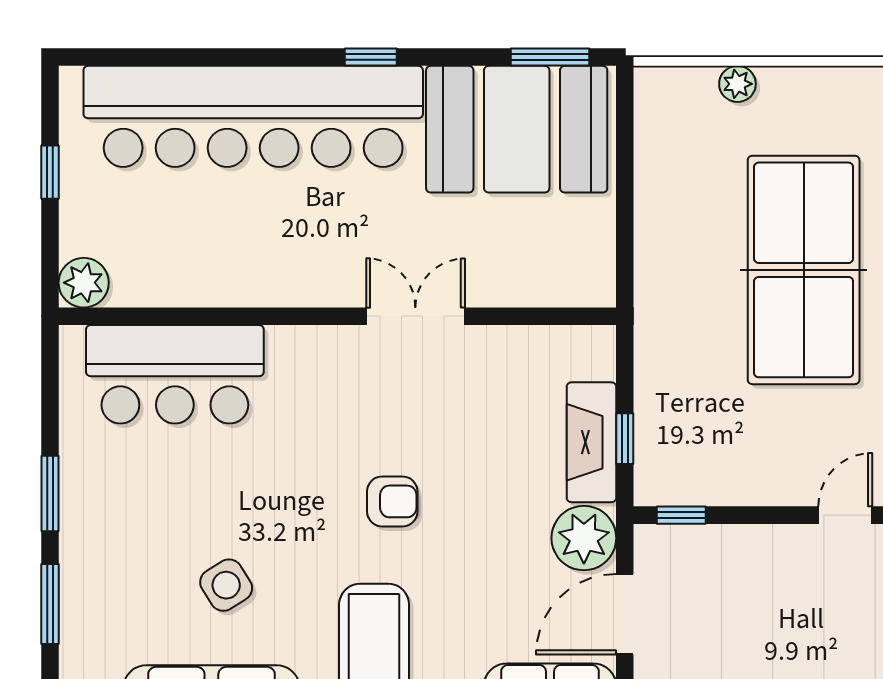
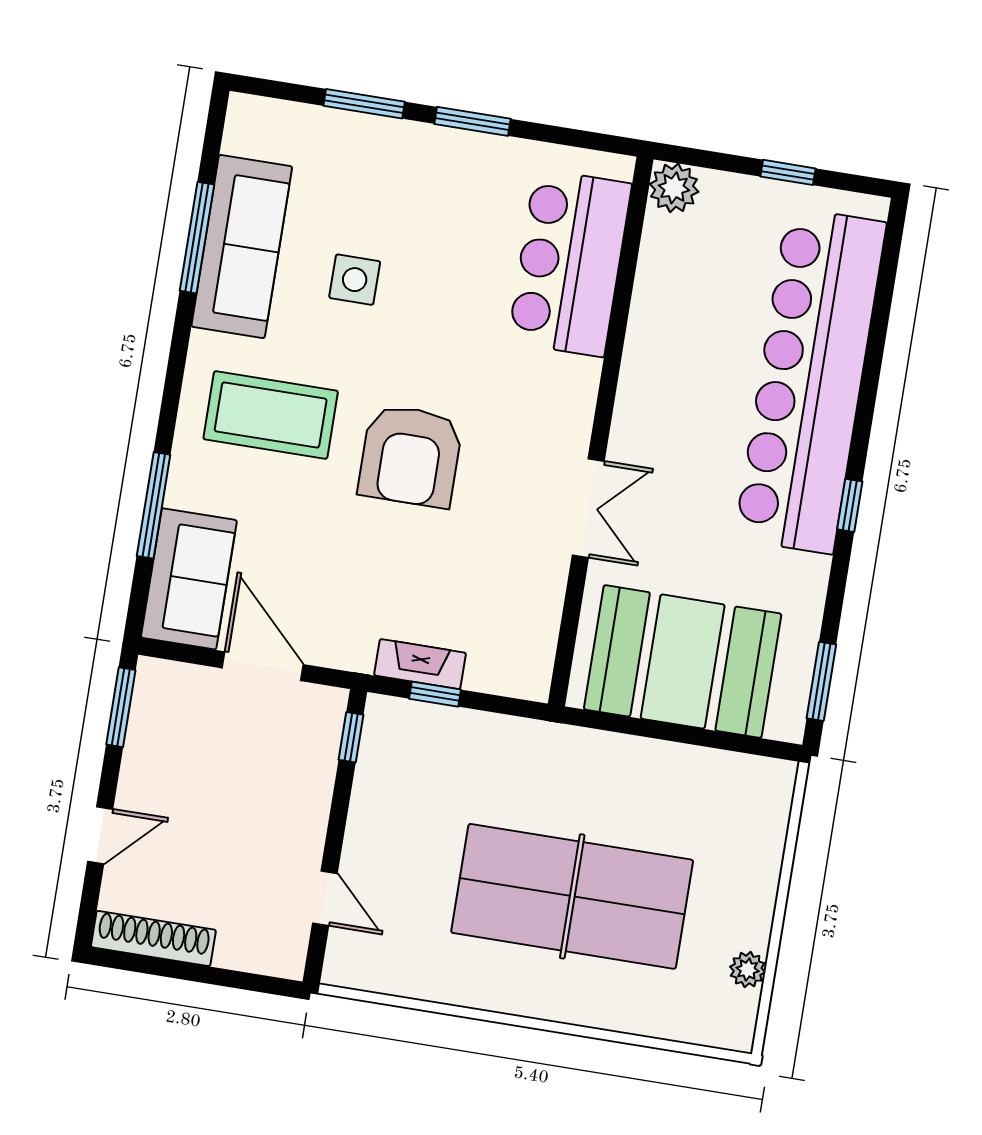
plant: (737, 84) -> (748, 970), moved
booth: (517, 129) -> (683, 662), moved, turned 90
fireplace: (591, 442) -> (420, 664), width x0.73, depth x0.76
armchair: (392, 501) -> (410, 456), width x1.88, depth x1.88
plant: (584, 538) -> (344, 638), removed
side table: (226, 585) -> (355, 280), turned 32

